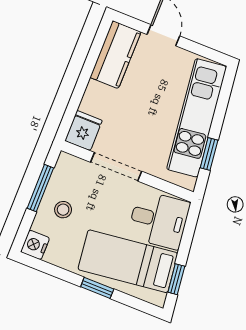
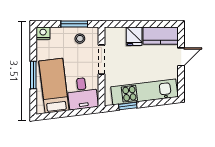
fridge: (83, 131) -> (134, 36), moved, turned 90
stool: (63, 210) -> (80, 39), moved
window: (176, 279) -> (55, 115), removed
window: (97, 288) -> (33, 75), width x1.50

